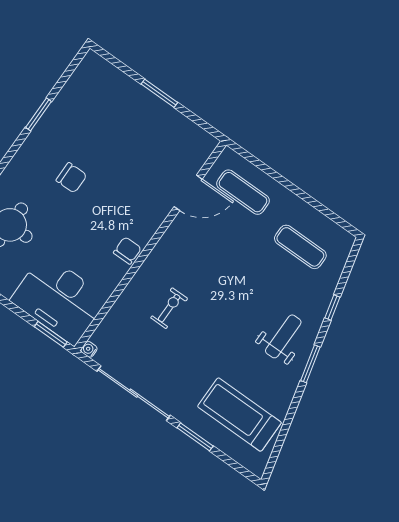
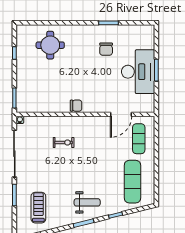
chair: (71, 178) -> (106, 49), moved
door: (188, 193) -> (121, 114), hinge flipped
exercise mat: (300, 247) -> (132, 182), width x1.36, depth x1.45
desk: (59, 299) -> (138, 72), moved, turned 180
treadmill: (239, 414) -> (38, 208), width x0.73, depth x0.73

